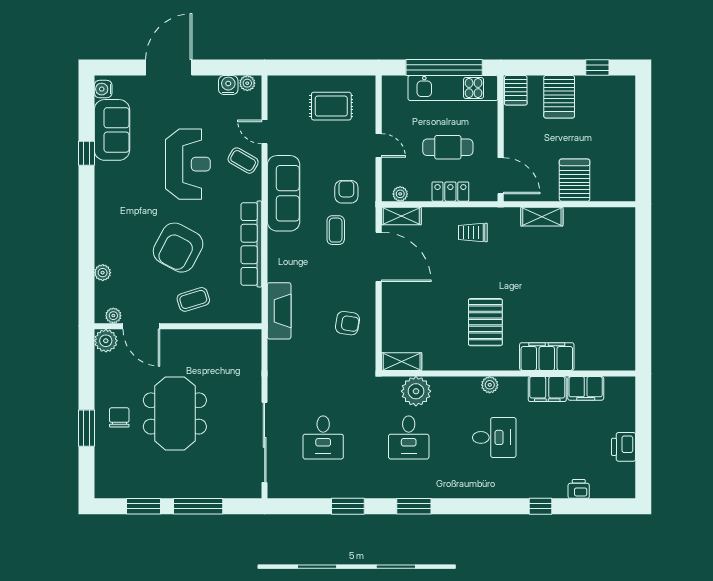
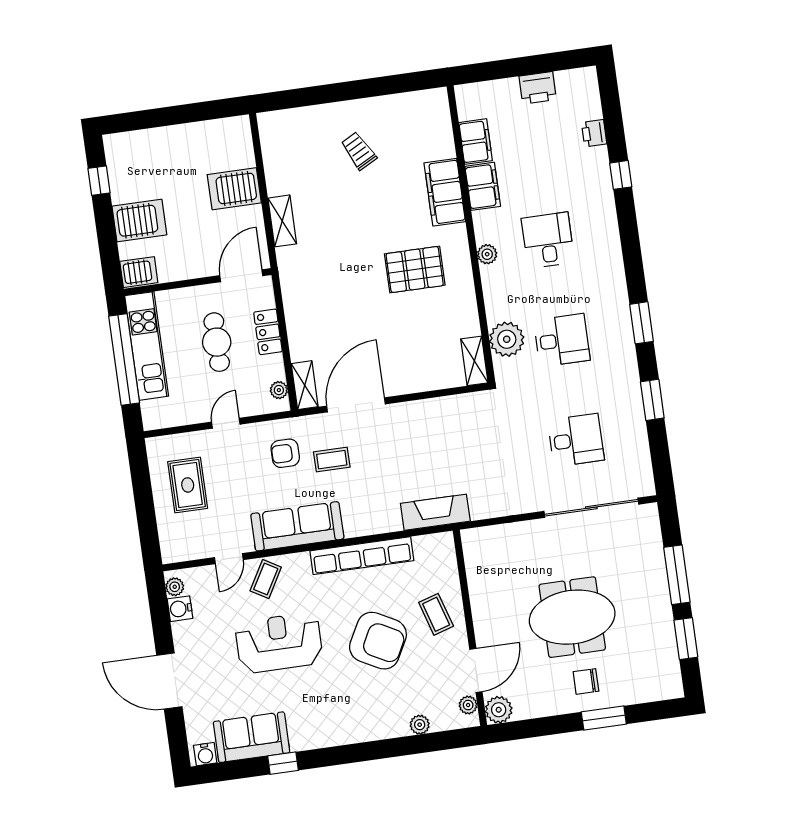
trolley: (473, 232) -> (359, 151), moved, turned 152
armchair: (347, 323) -> (438, 430), removed

